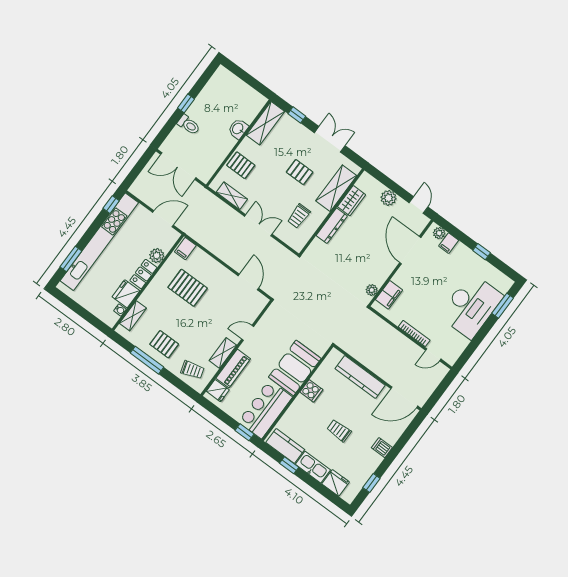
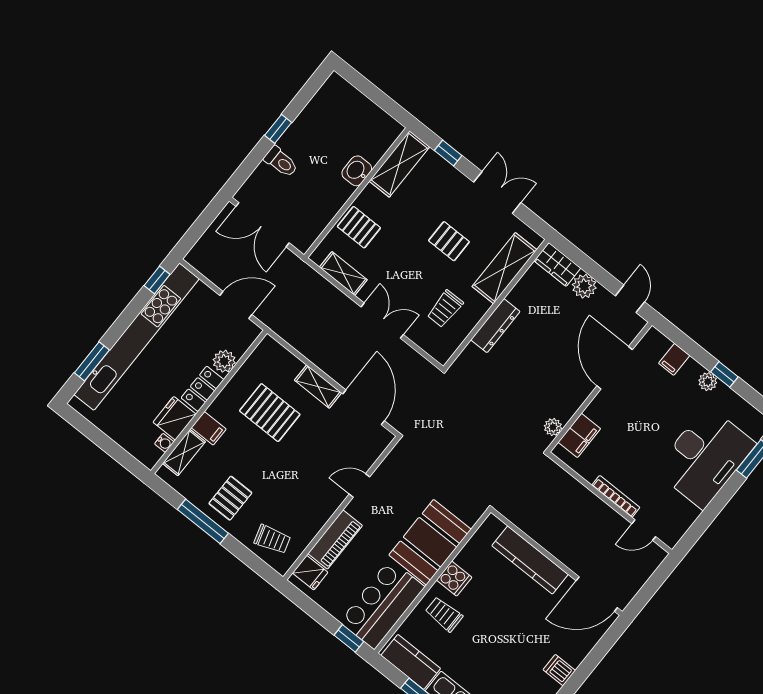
wardrobe: (352, 201) -> (557, 264), moved, turned 90
plant: (439, 233) -> (708, 382), moved
filing cabinet: (185, 249) -> (209, 428), moved, turned -90
door: (248, 282) -> (364, 407), width x1.36
pallet: (164, 344) -> (230, 498), turned 90
shelving: (223, 353) -> (318, 387), moved, turned 90
trolley: (339, 431) -> (444, 614), moved

